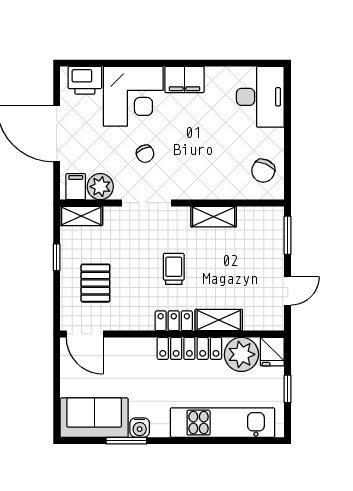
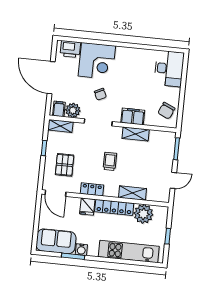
filing cabinet: (185, 80) -> (133, 116), moved, turned 180
locker: (174, 321) -> (92, 189), moved
fridge: (272, 352) -> (87, 207), moved

